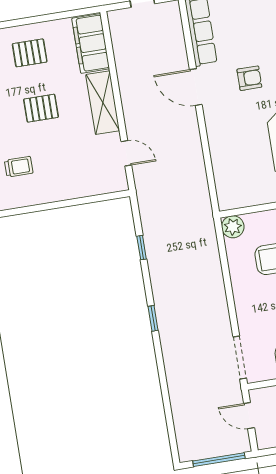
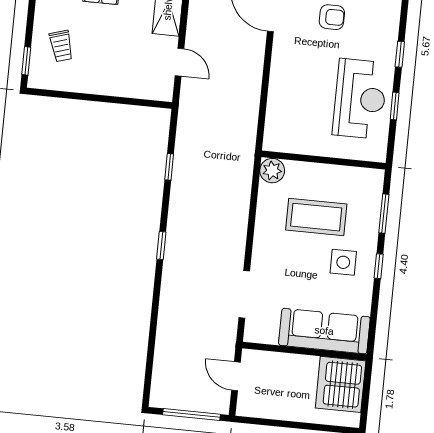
trolley: (19, 167) -> (61, 46), turned 73
doorway: (240, 358) -> (244, 294), moved

